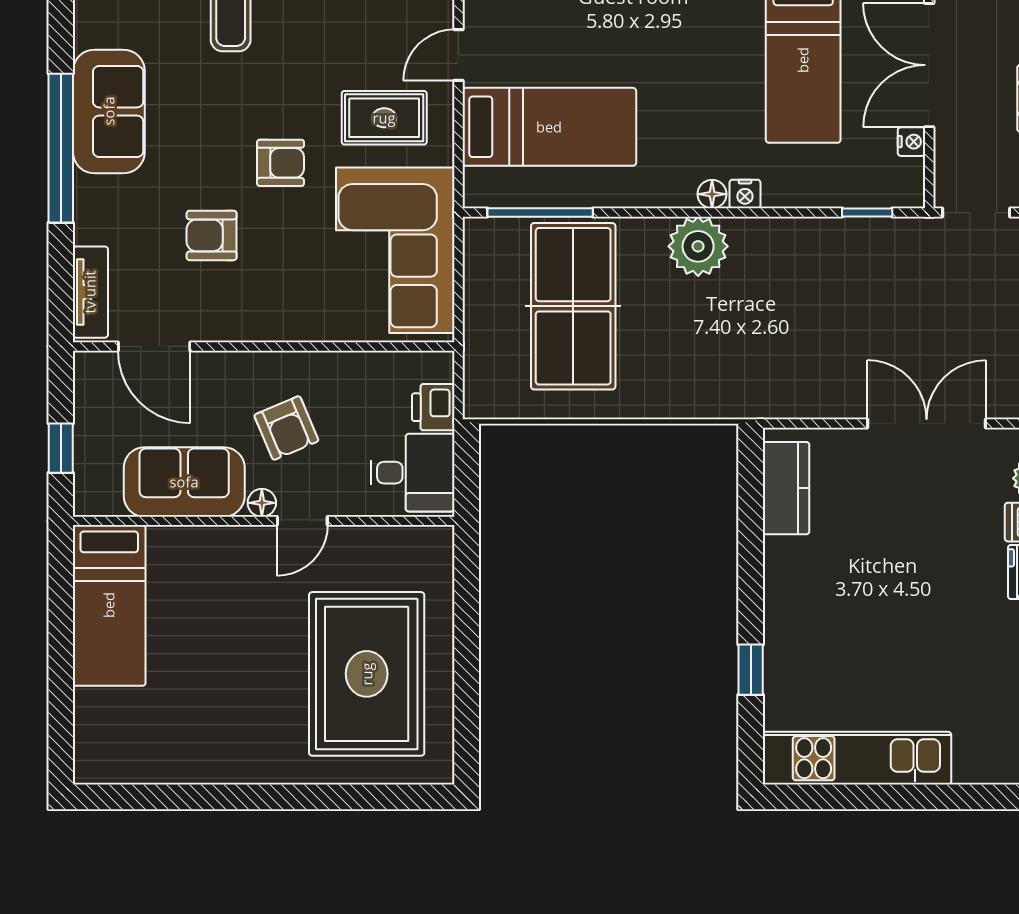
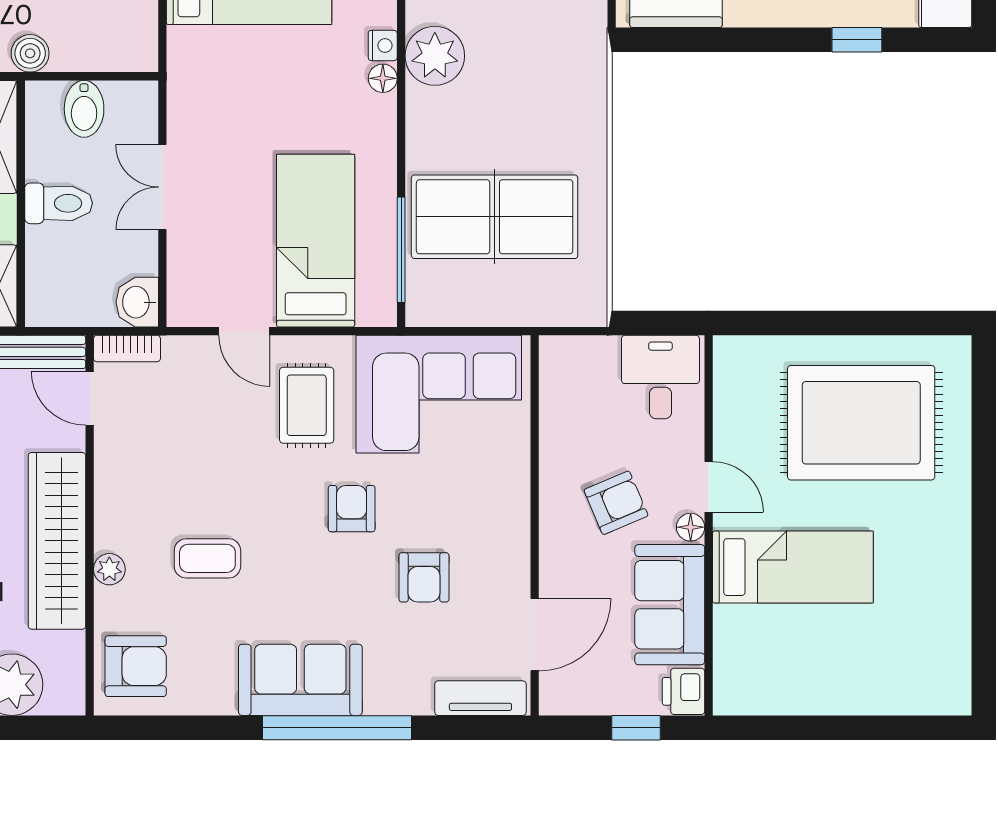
plant: (698, 246) -> (435, 56), moved
printer: (433, 407) -> (684, 691), moved, turned 90
bed: (109, 605) -> (793, 567), moved

